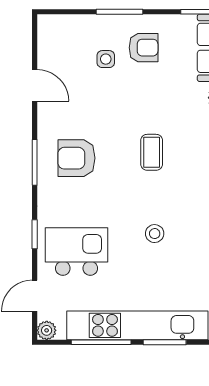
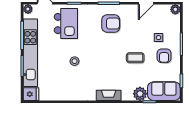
plant: (47, 24) -> (175, 9), added
coffee table: (152, 152) -> (135, 58), moved
armchair: (76, 158) -> (111, 23), turned 90

